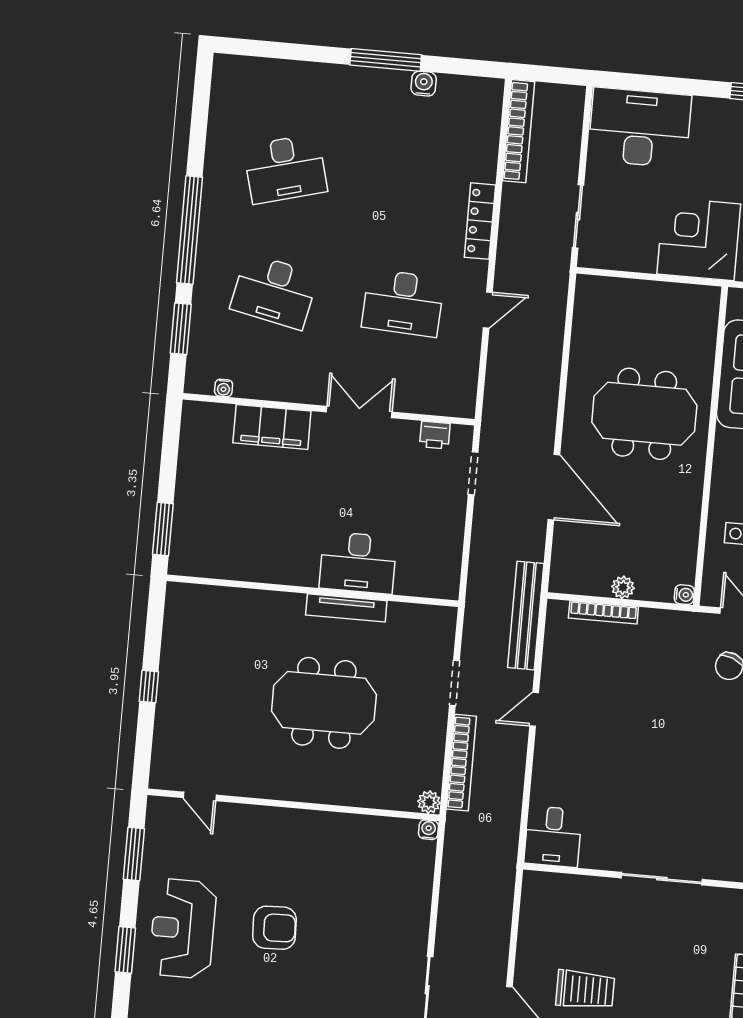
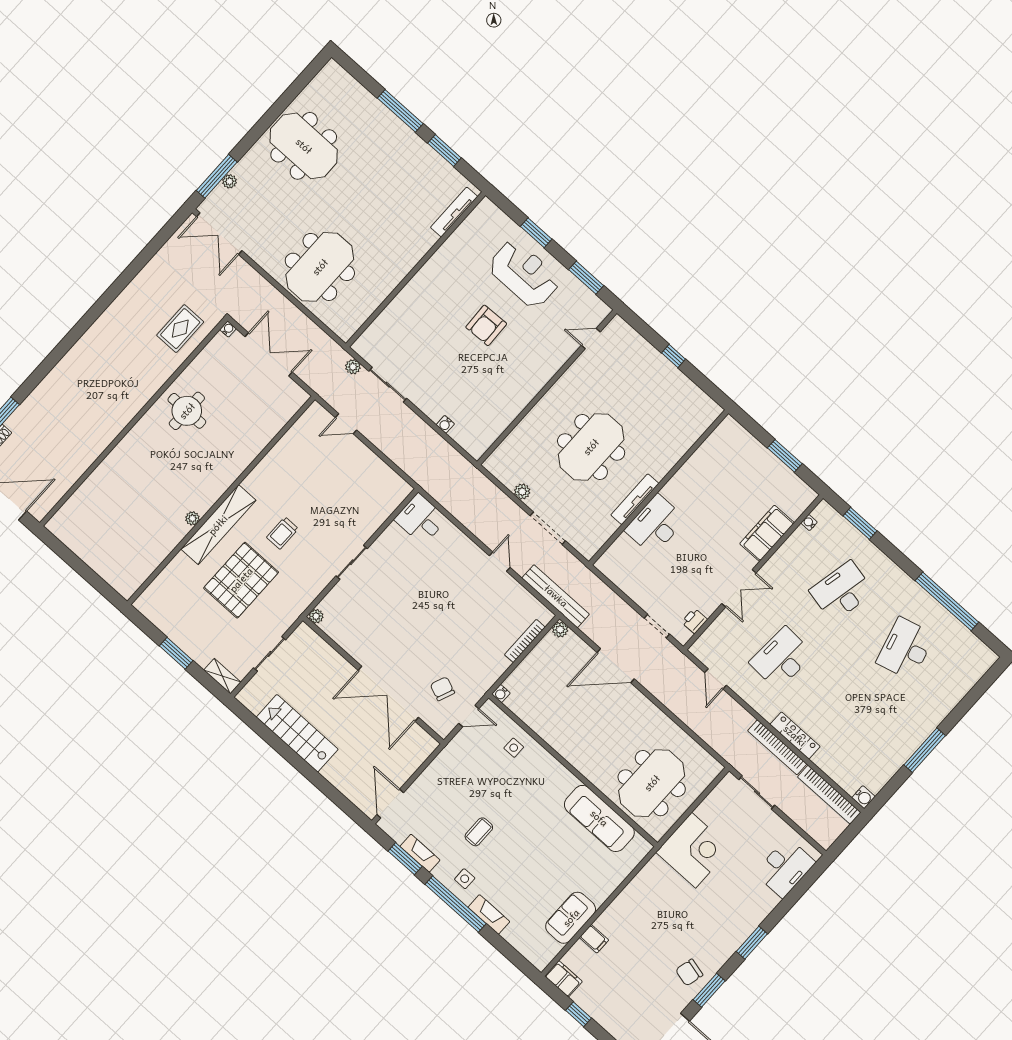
water cooler: (424, 84) -> (863, 797), moved
desk: (640, 128) -> (785, 868), width x0.73, depth x0.77
window: (190, 230) -> (947, 601), moved
door: (488, 310) -> (716, 679), moved
meeting table: (644, 414) -> (652, 783), moved
window: (163, 529) -> (785, 456), moved
plant: (623, 587) -> (560, 630), moved
doorway: (454, 683) -> (548, 528), width x1.38
bookcase: (461, 763) -> (777, 747), moved
plant: (429, 802) -> (522, 492), moved
water cooler: (429, 830) -> (445, 424), moved, turned 90
sliding door: (662, 879) -> (352, 562), width x0.73
trolley: (585, 990) -> (282, 533), moved, width x0.73, depth x0.72

